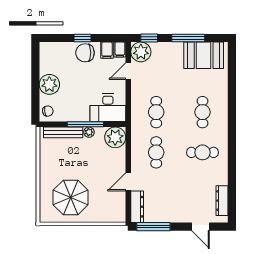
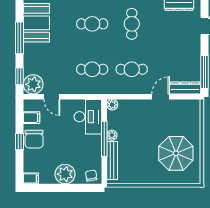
filing cabinet: (120, 50) -> (31, 178), moved
plant: (115, 137) -> (112, 105), width x0.53, depth x0.53
door: (128, 182) -> (161, 97), swing flipped

